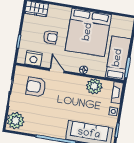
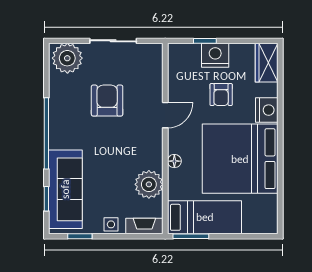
nightstand: (63, 13) -> (267, 110), added
nightstand: (34, 58) -> (215, 55), moved, turned 90
armchair: (36, 87) -> (107, 101), moved

